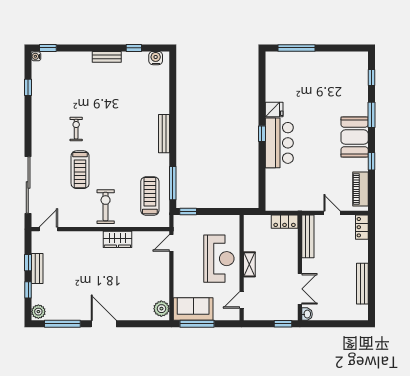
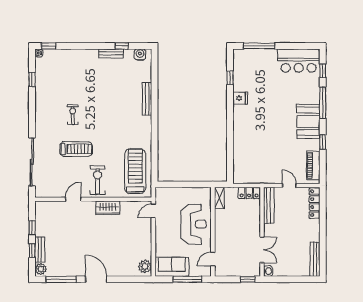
bench: (107, 57) -> (111, 53), moved
window: (371, 115) -> (323, 103), width x1.44
bench: (164, 134) -> (147, 99), moved
window: (262, 134) -> (230, 78), moved
bar counter: (279, 143) -> (299, 61), moved, turned 90
treadmill: (80, 170) -> (76, 149), turned -90
window: (173, 183) -> (154, 160), removed
treadmill: (150, 196) -> (135, 171), width x1.37, depth x1.38
window: (188, 212) -> (167, 184), removed
locker: (362, 227) -> (315, 203), width x1.53
door: (48, 229) -> (73, 199), moved
shelving: (249, 264) -> (219, 198), moved
bench: (37, 268) -> (40, 250), moved
bench: (362, 284) -> (315, 259), moved
window: (197, 324) -> (187, 279), moved

